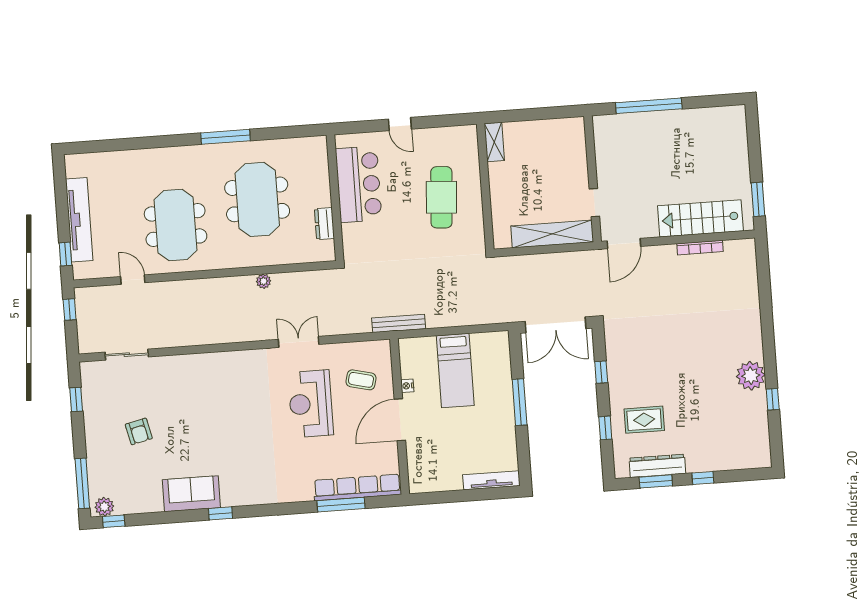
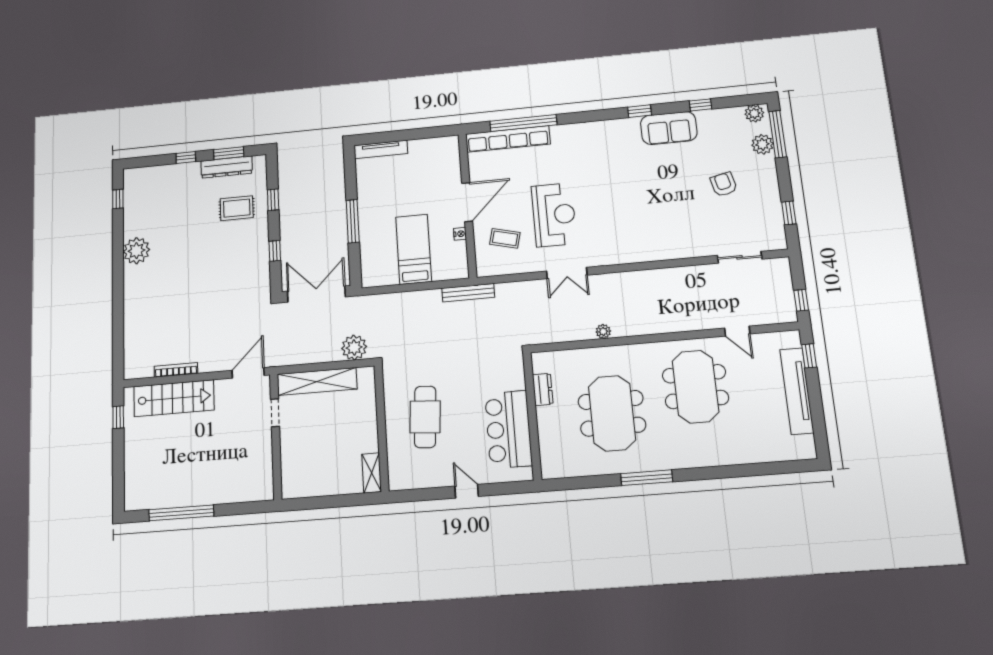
window: (649, 106) -> (181, 513), moved
window: (758, 199) -> (118, 417), width x0.67
plant: (515, 268) -> (354, 348), added
window: (773, 399) -> (118, 199), moved
plant: (98, 473) -> (762, 144), added
window: (341, 505) -> (523, 123), width x1.46
window: (114, 521) -> (700, 105), moved

